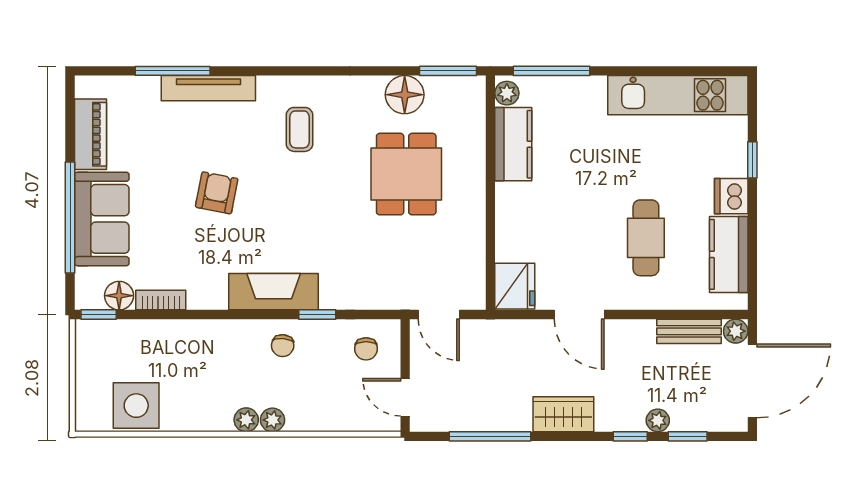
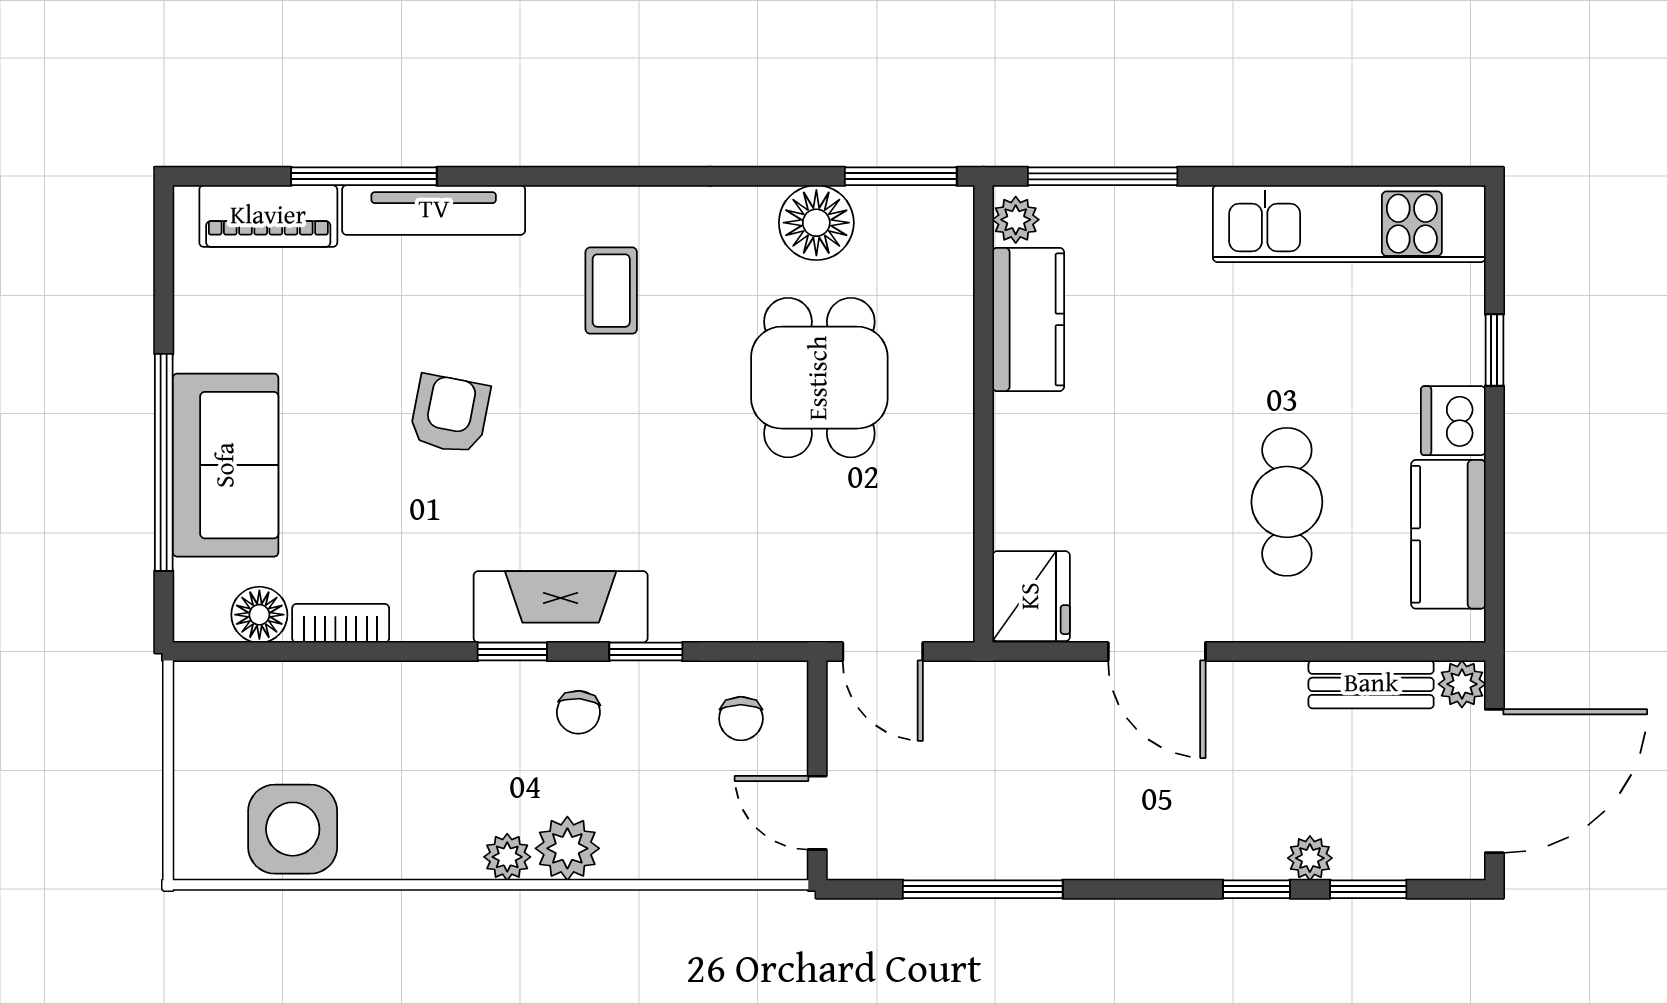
piano: (90, 134) -> (268, 216), moved, turned 90
window: (99, 315) -> (512, 652), moved
wardrobe: (563, 414) -> (1126, 846), removed
plant: (273, 420) -> (567, 848), width x1.38, depth x1.38

